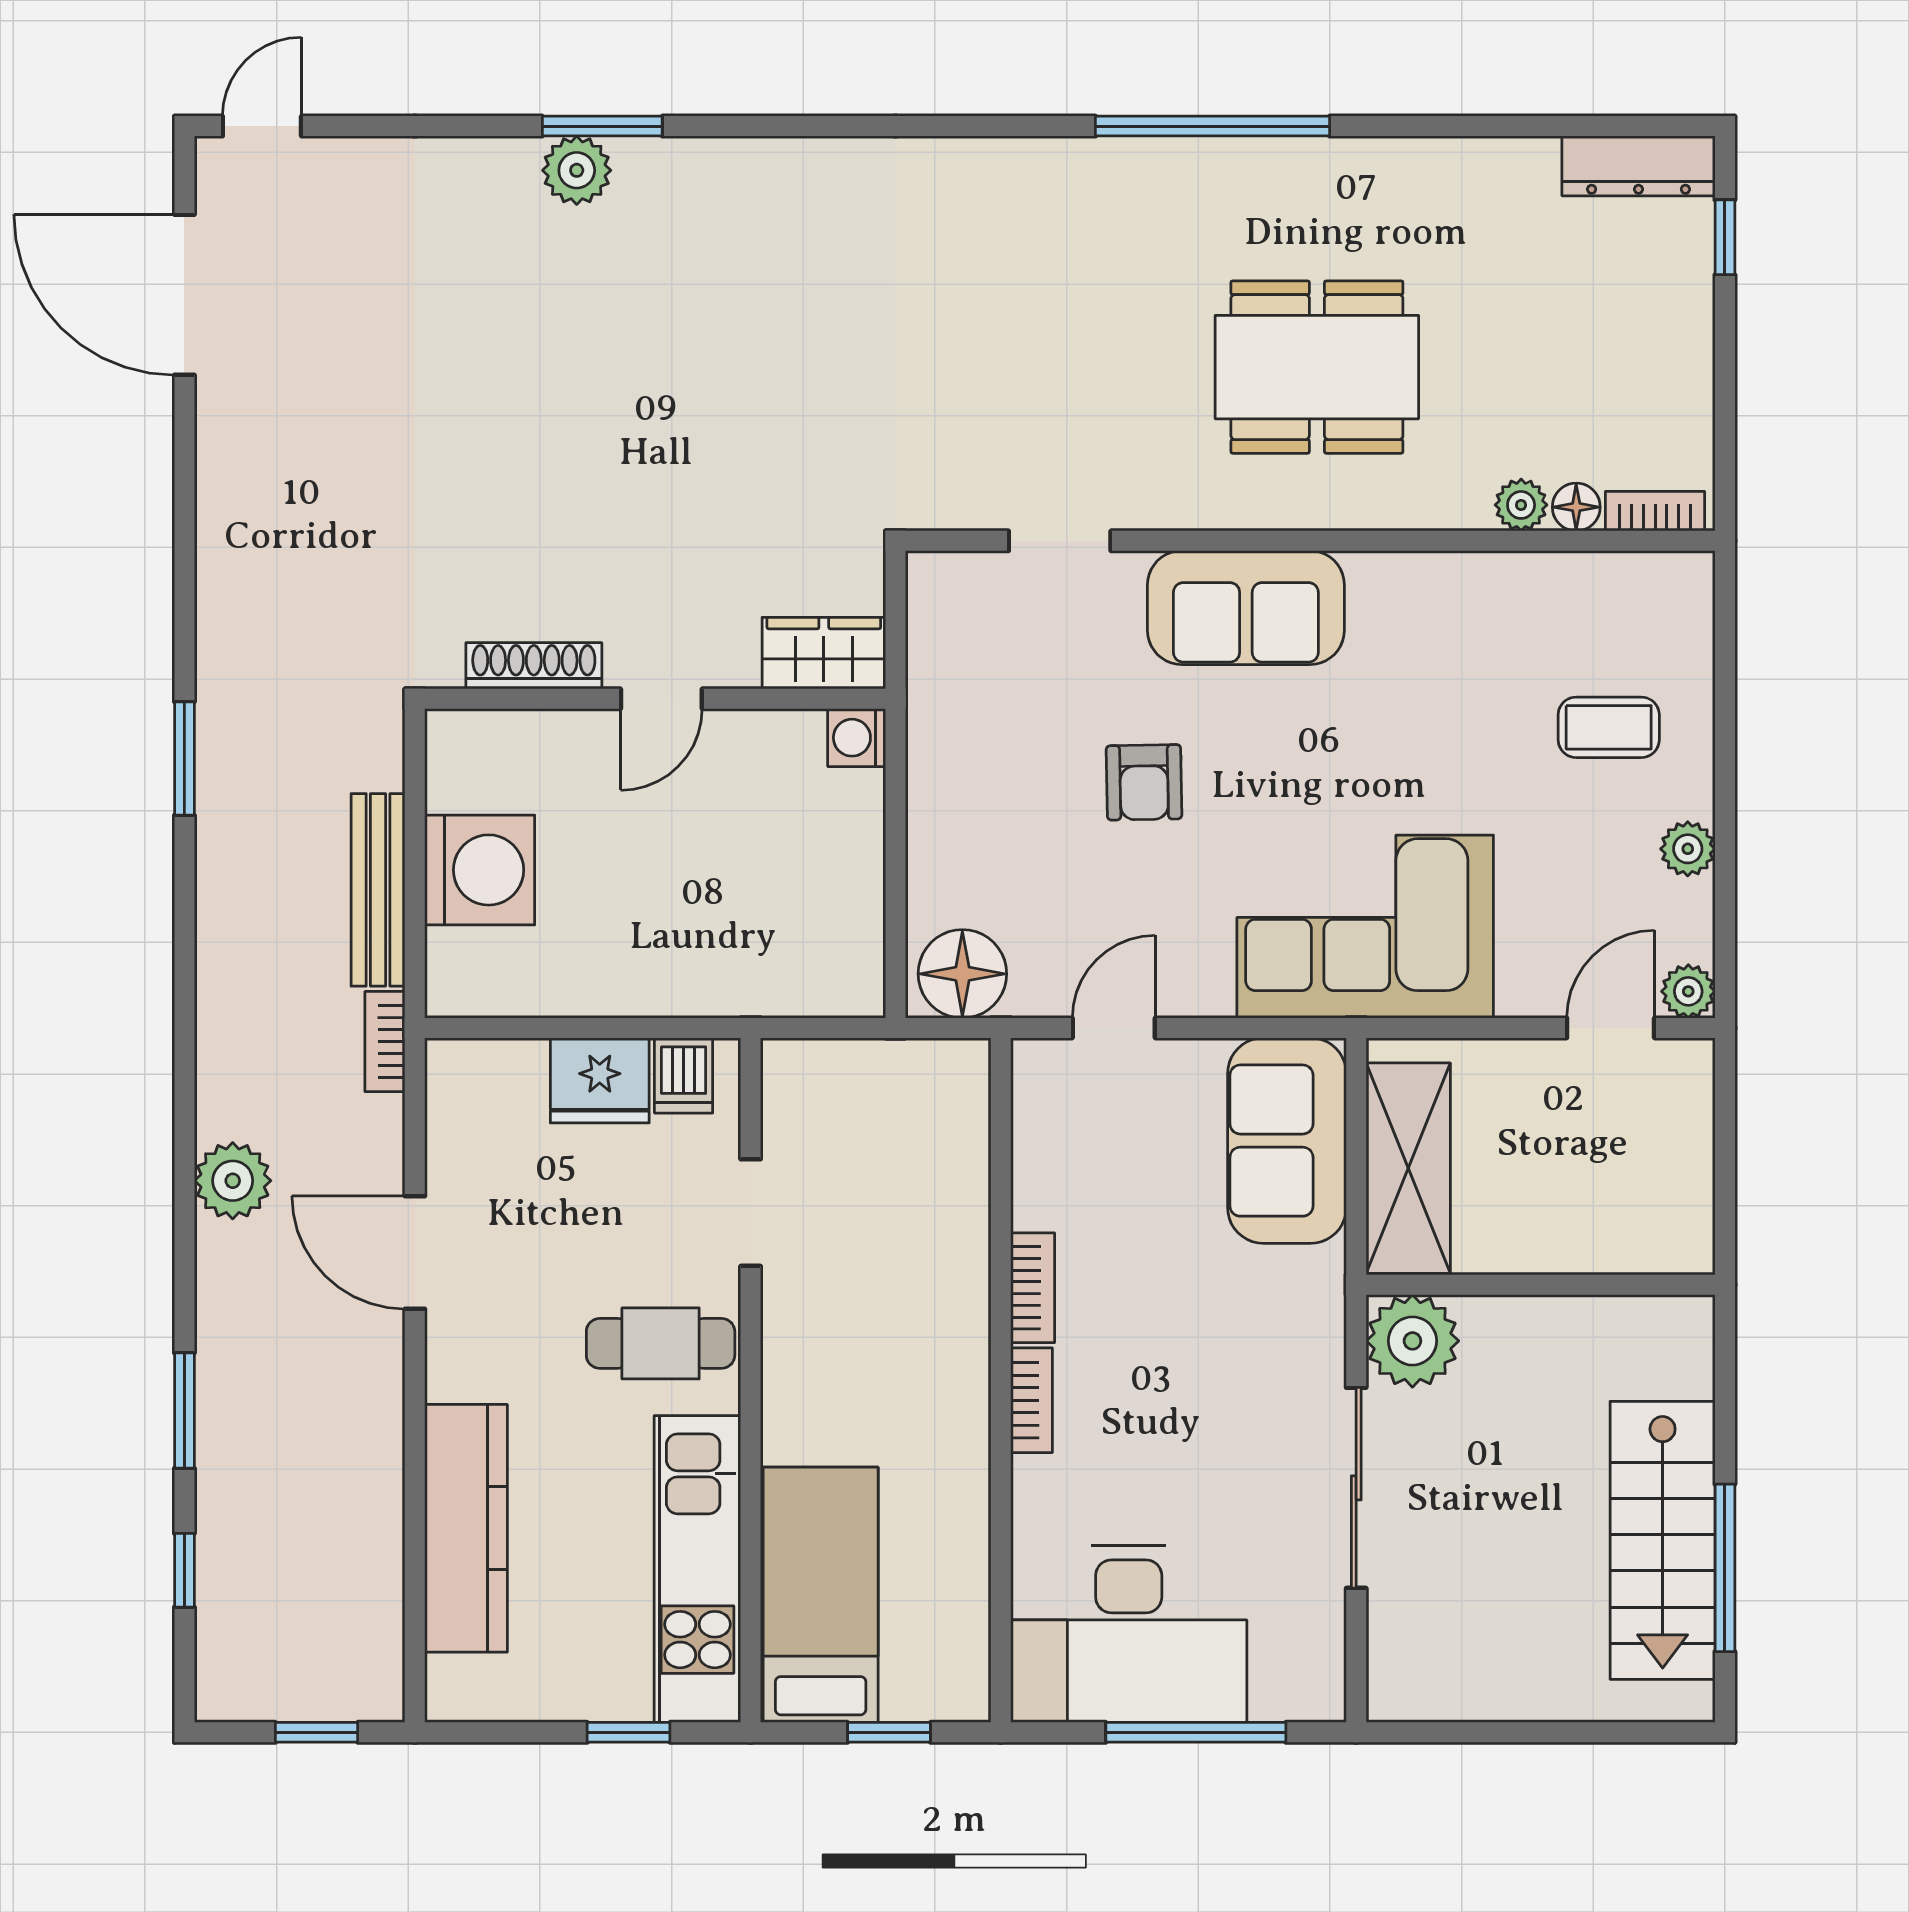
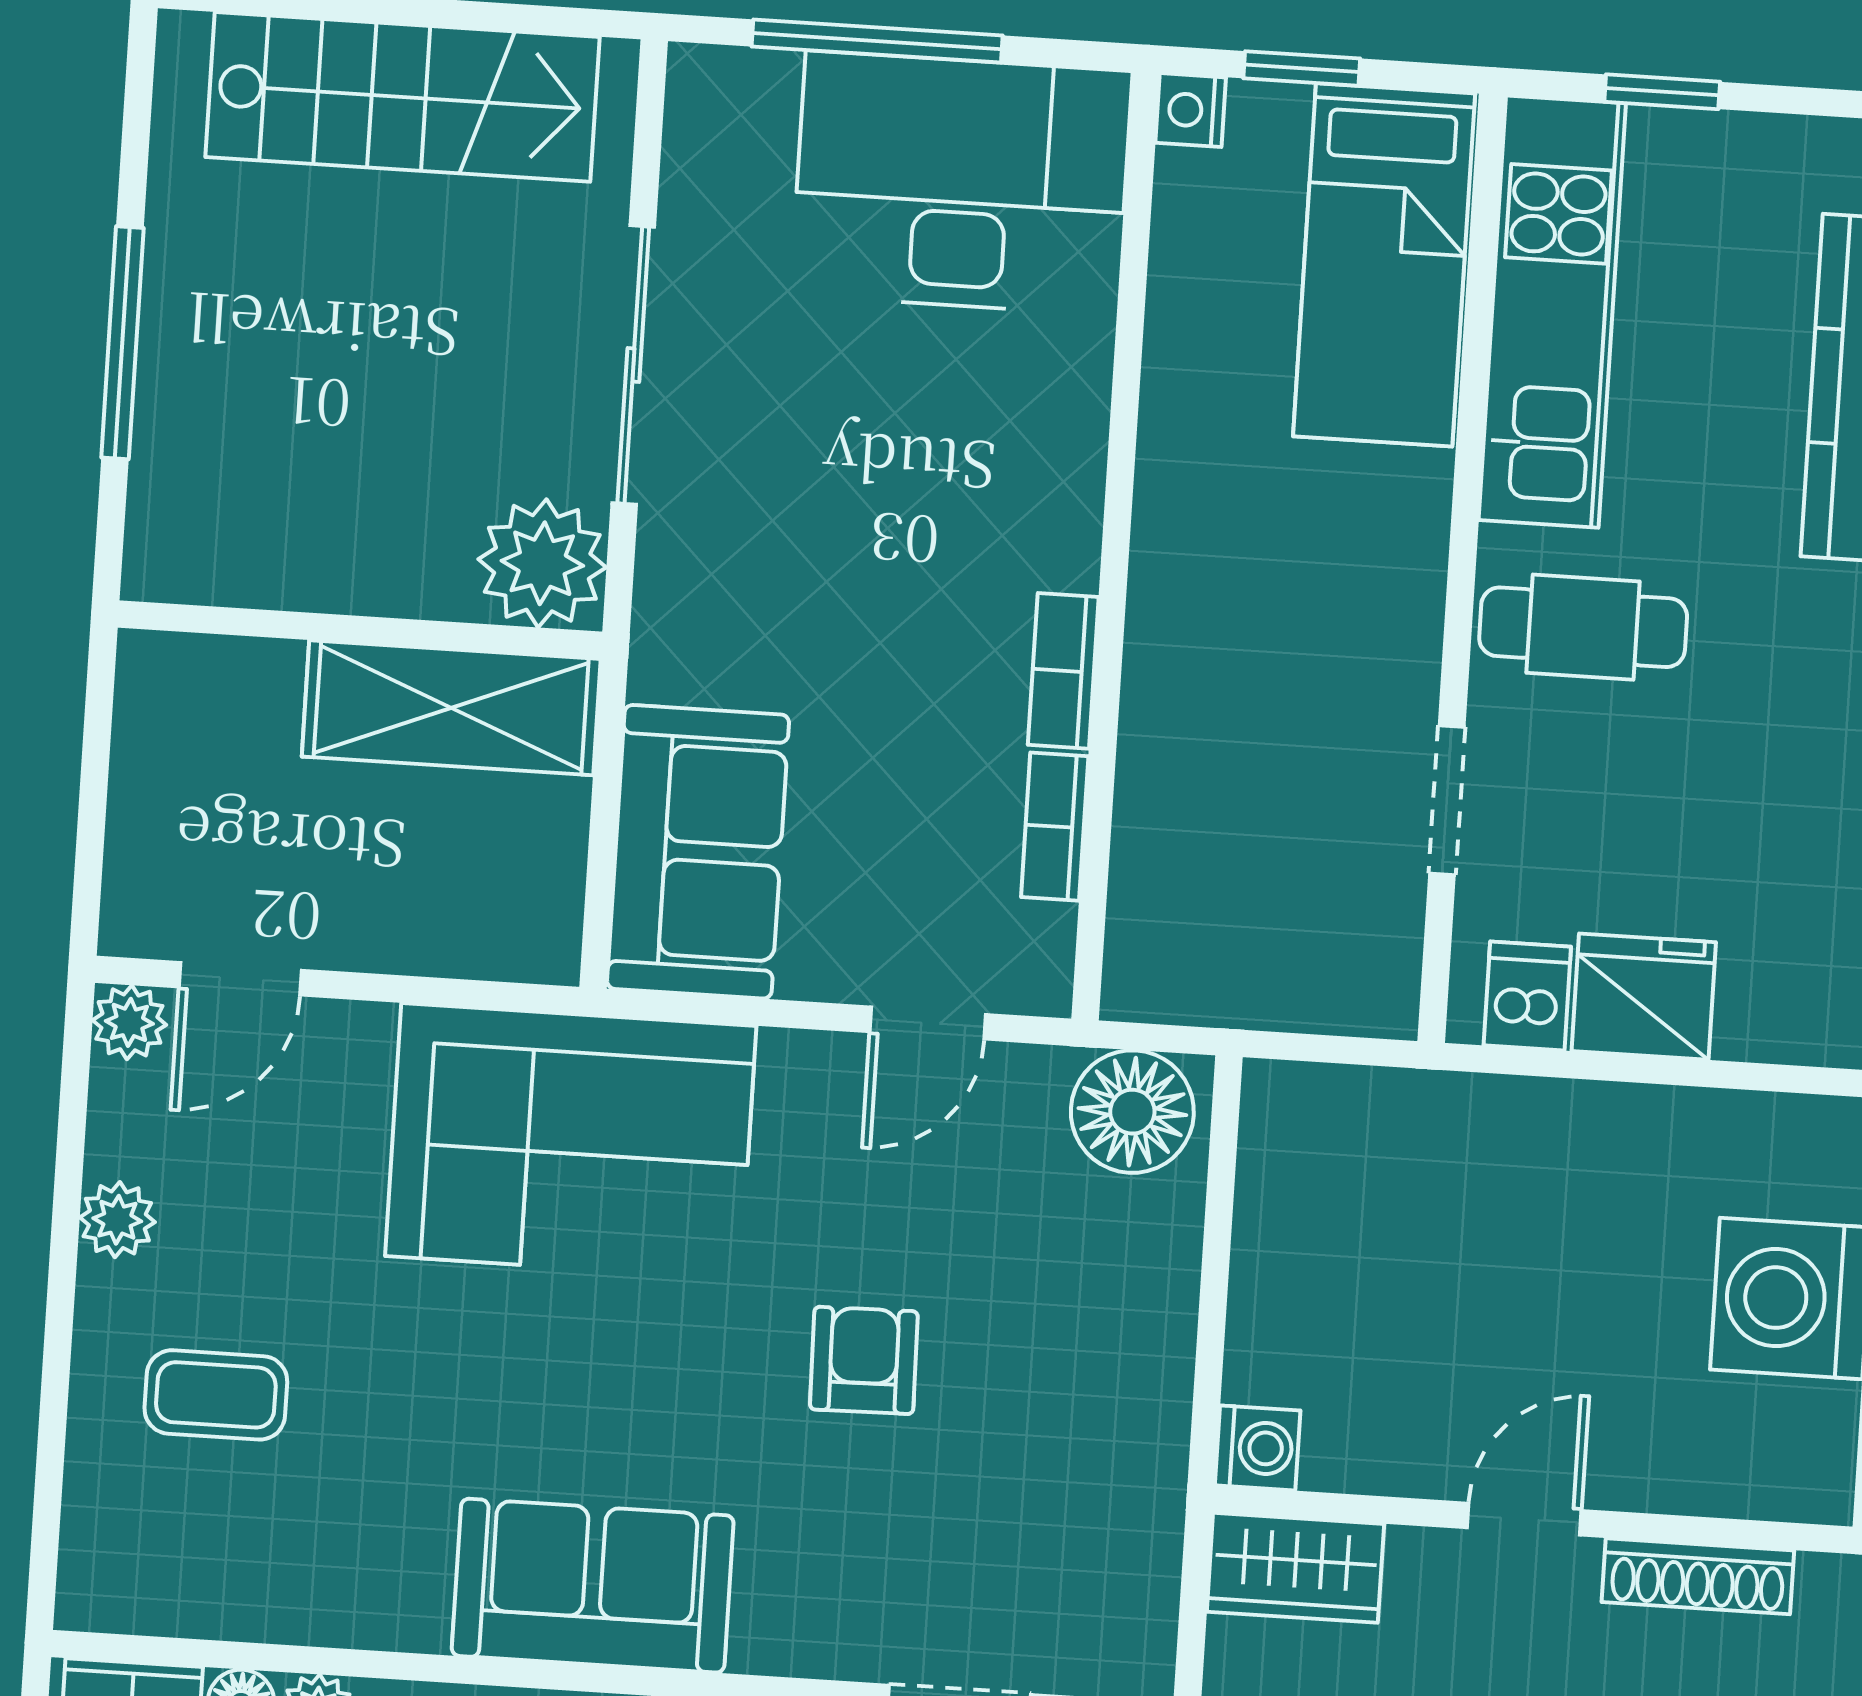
sofa: (1246, 608) -> (593, 1586), moved
shelving: (1408, 1168) -> (451, 708), moved, turned 90
bookcase: (1032, 1400) -> (1055, 827), moved
stairs: (1663, 1540) -> (402, 97), moved, turned 90
window: (1725, 1568) -> (122, 343), moved
nightstand: (967, 1697) -> (1191, 110), added

